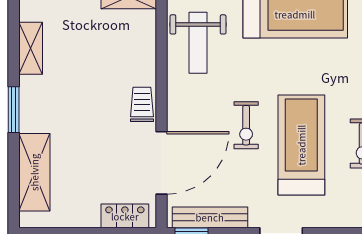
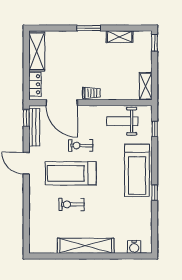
treadmill: (301, 145) -> (71, 173), turned 180
shelving: (34, 172) -> (37, 52), moved, turned 90

